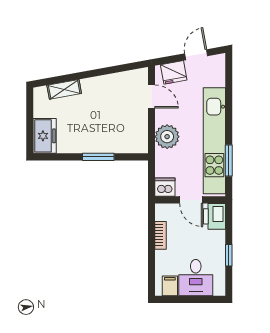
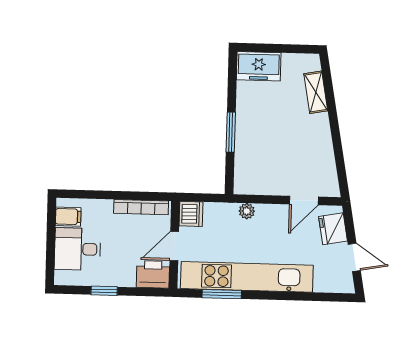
plant: (167, 137) -> (247, 211), width x0.53, depth x0.53
bookcase: (161, 235) -> (141, 207), width x1.56

